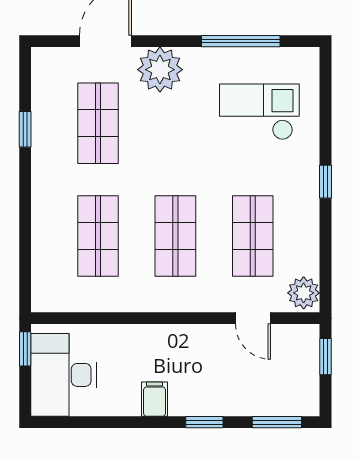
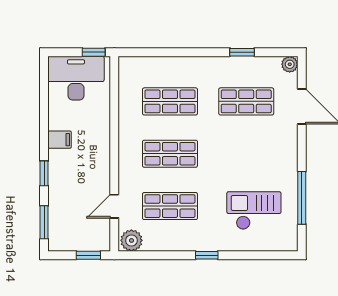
plant: (160, 70) -> (290, 64), moved, width x0.53, depth x0.53
checkout: (259, 112) -> (254, 211), turned -90

